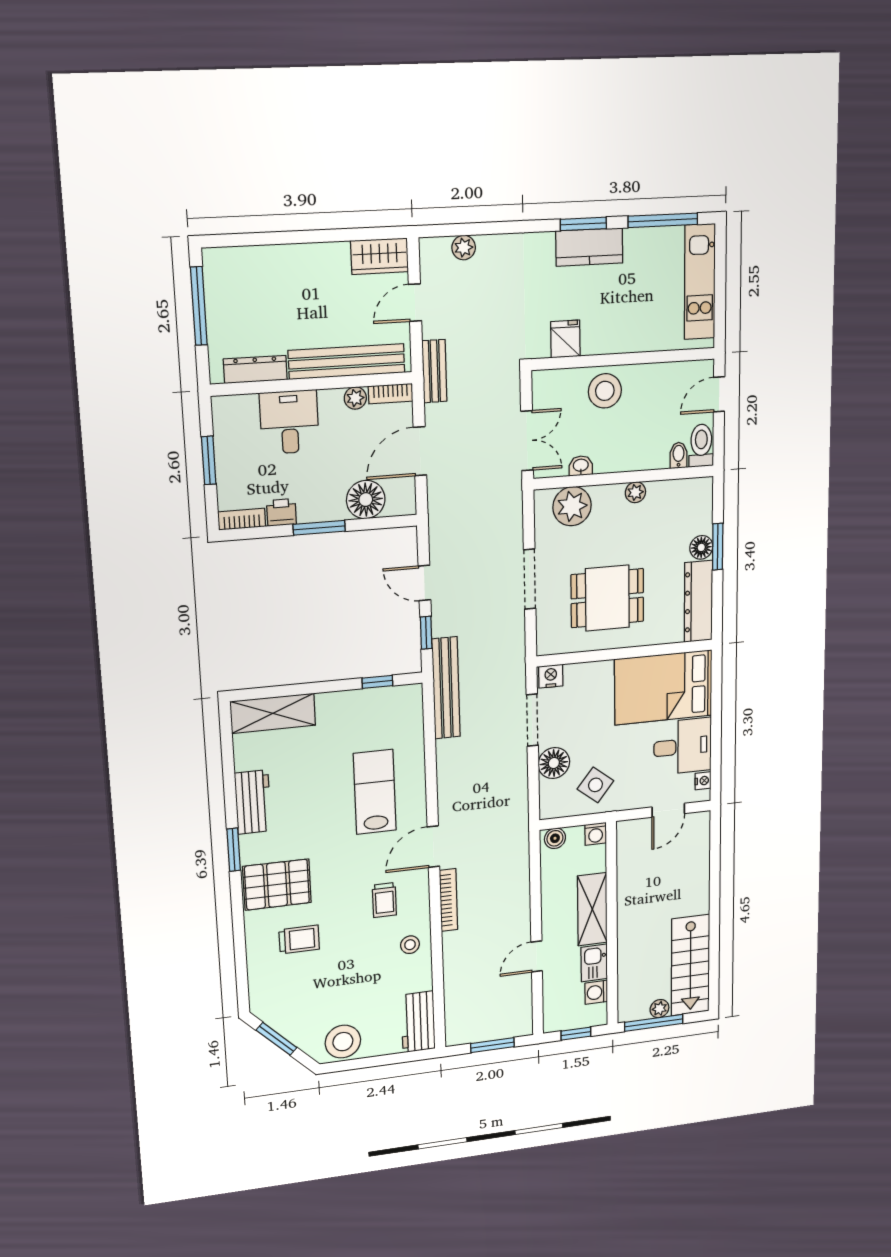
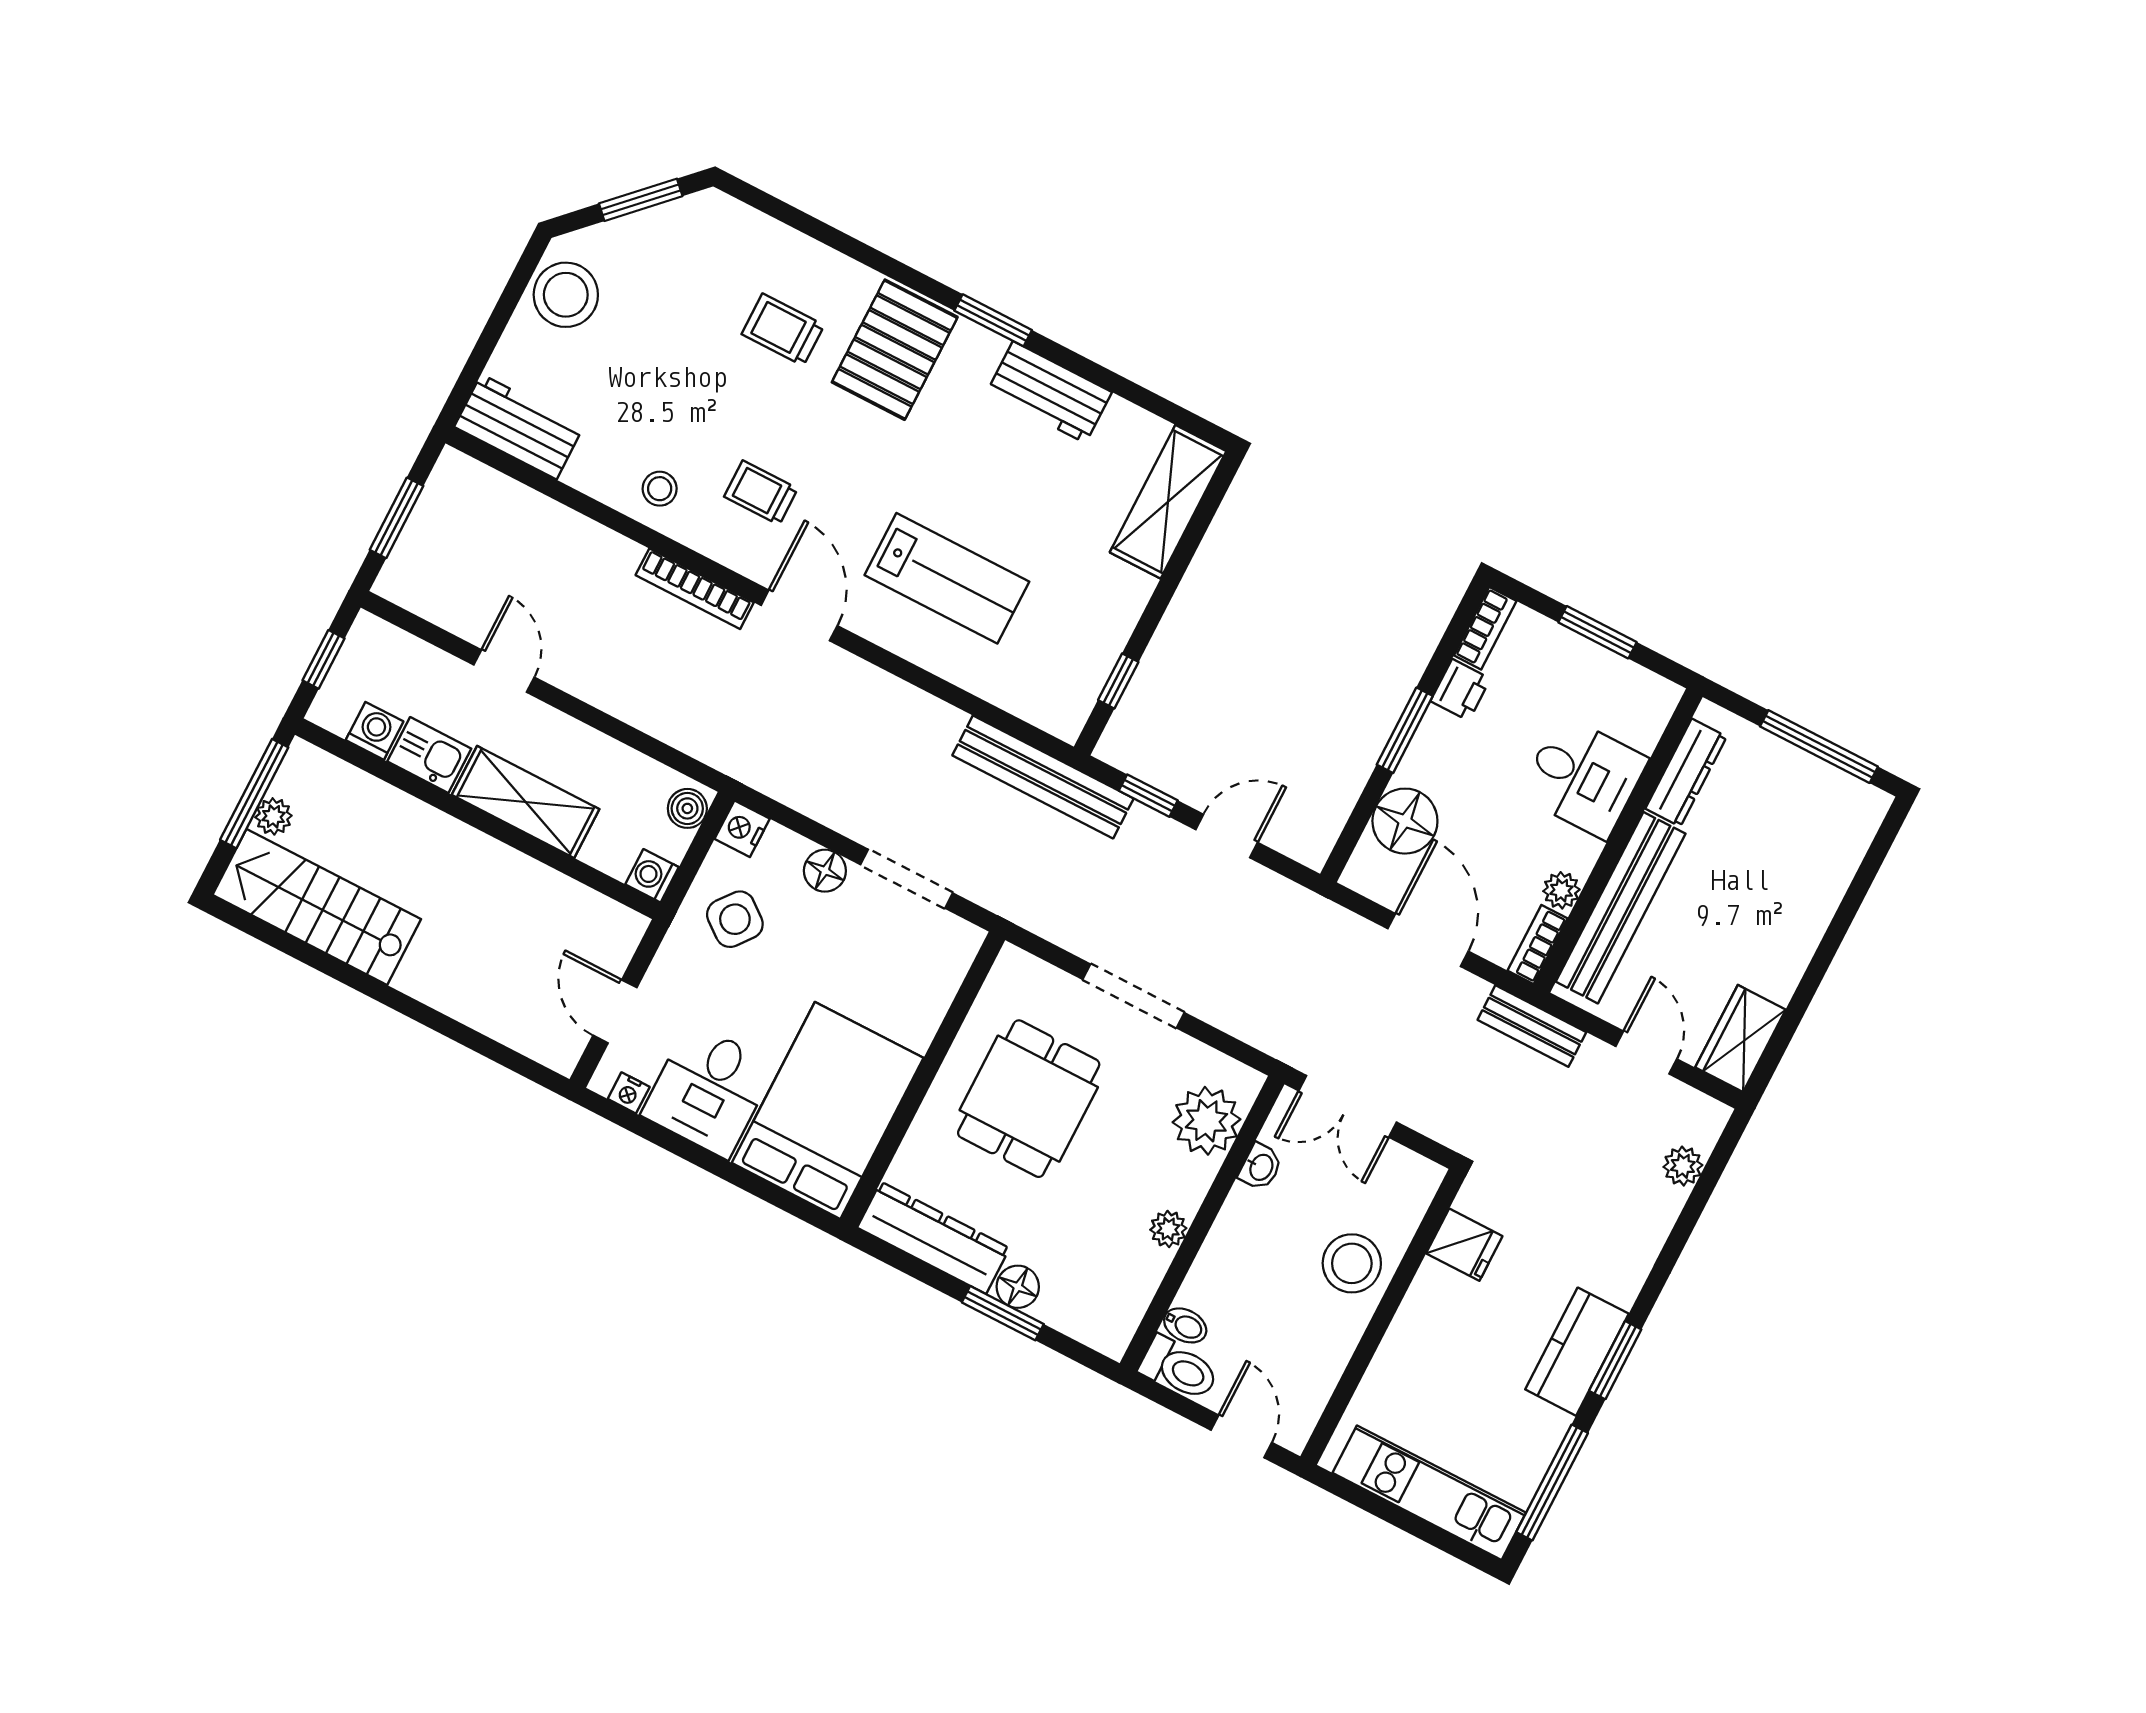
nightstand: (551, 676) -> (742, 829), moved, turned 180
floor lamp: (554, 763) -> (825, 871), width x0.73, depth x0.73
trolley: (299, 939) -> (783, 330), turned 90

